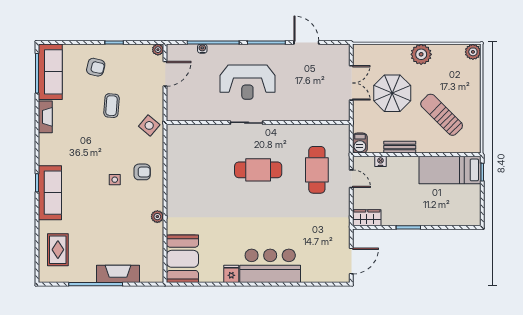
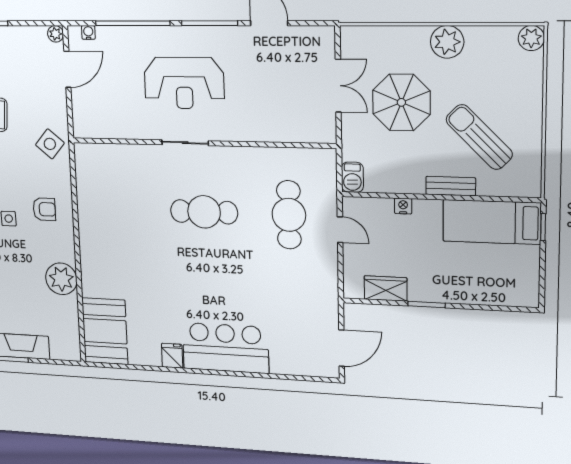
water cooler: (202, 49) -> (88, 32), moved
bench: (400, 147) -> (451, 186), moved
nightstand: (381, 161) -> (403, 206), moved
plant: (157, 217) -> (61, 279), width x1.87, depth x1.87
wardrobe: (367, 218) -> (386, 289), moved

